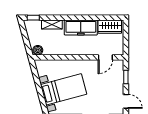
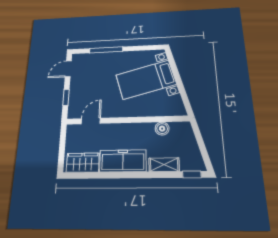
boiler: (38, 50) -> (162, 129), moved
door: (126, 101) -> (68, 69), hinge flipped

